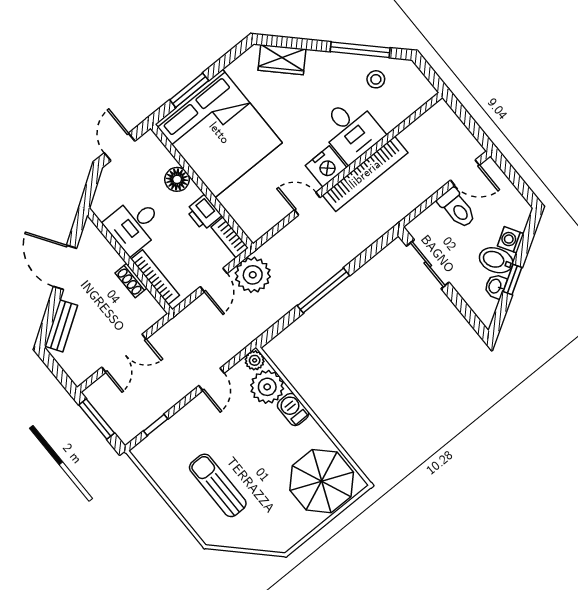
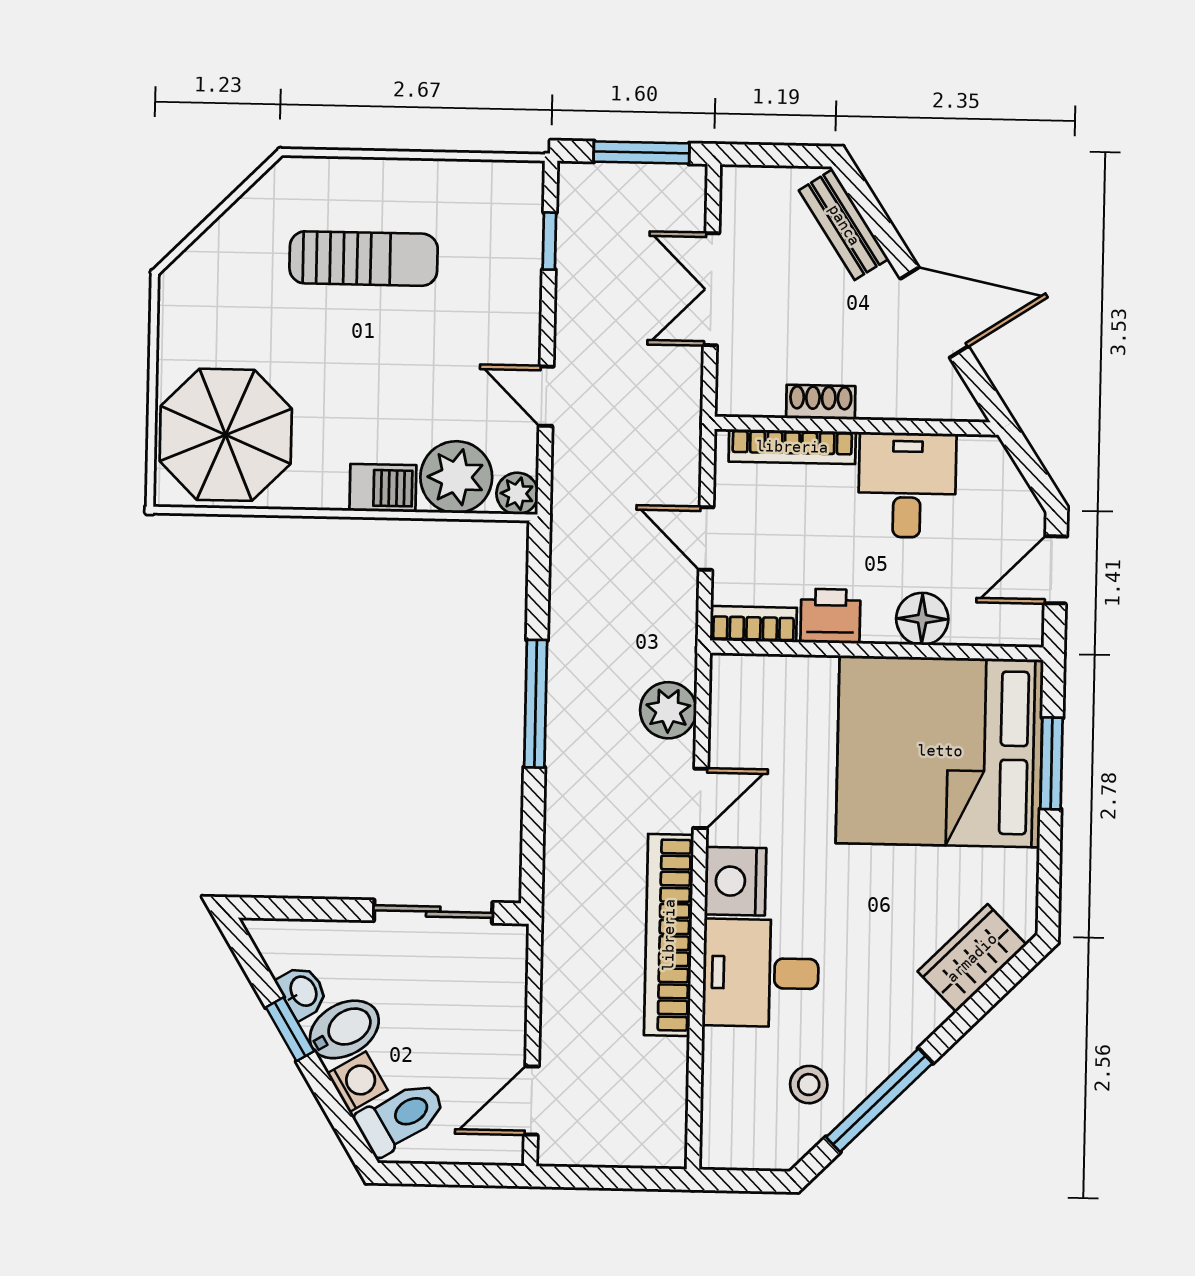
door: (120, 147) -> (1056, 570), swing flipped
toilet: (457, 208) -> (401, 1117), moved, turned 149
plant: (253, 275) -> (668, 710), moved, width x0.73, depth x0.73

